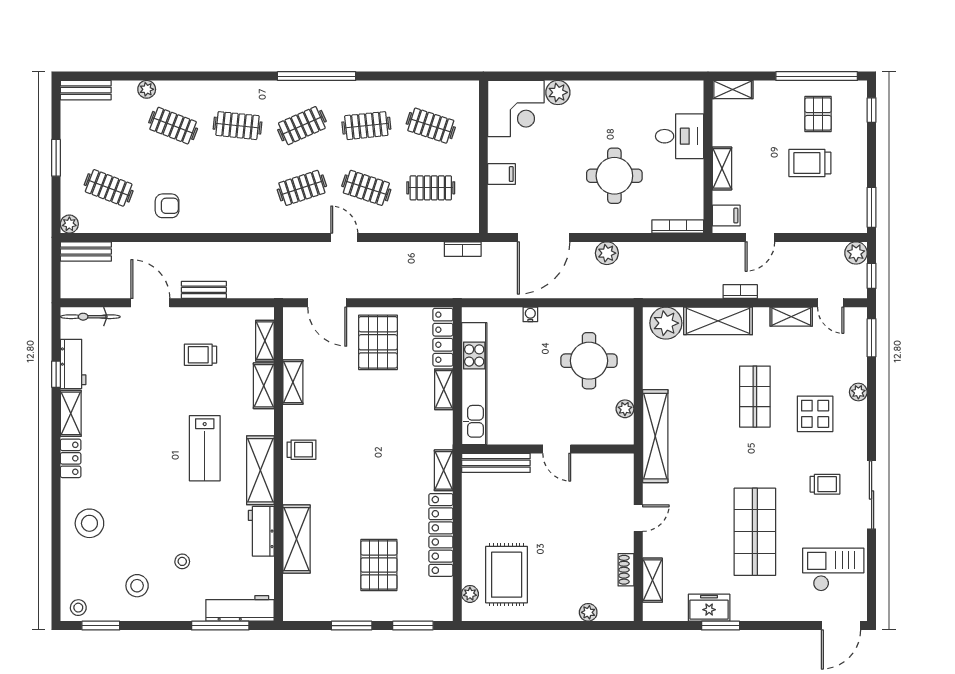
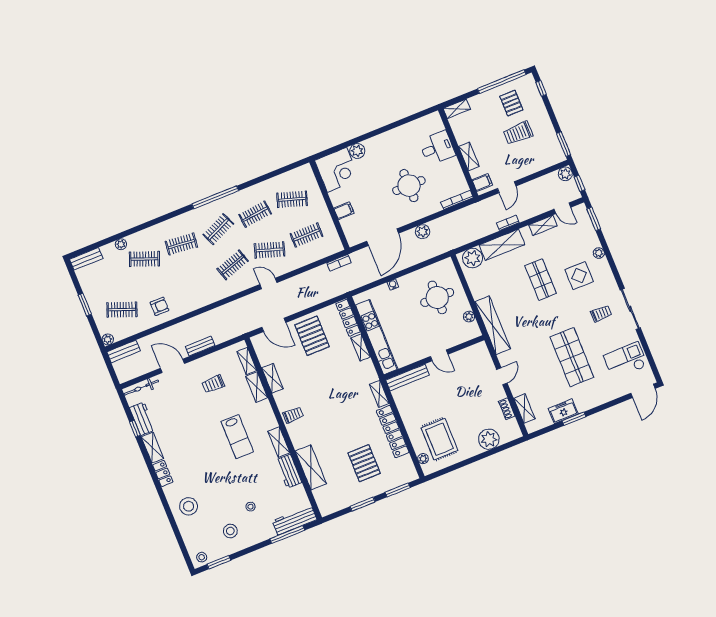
shelving: (260, 470) -> (279, 442), width x0.67, depth x0.75
plant: (588, 612) -> (489, 439), width x1.88, depth x1.88

